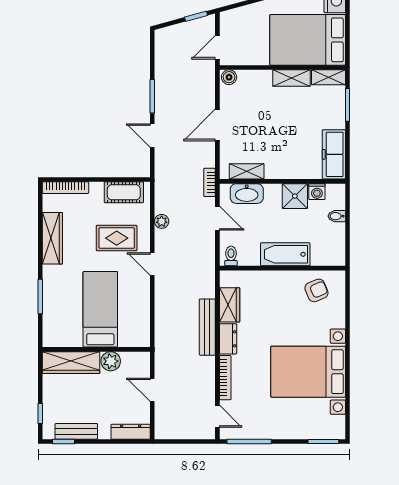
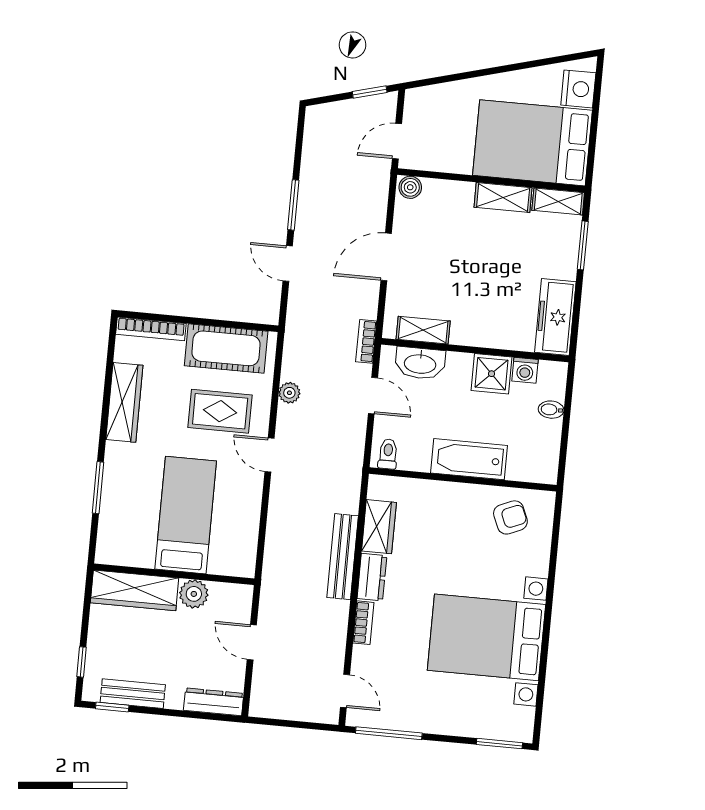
cot: (124, 192) -> (226, 348), width x1.37, depth x1.34
bookcase: (225, 378) -> (363, 623), width x0.64

